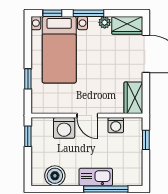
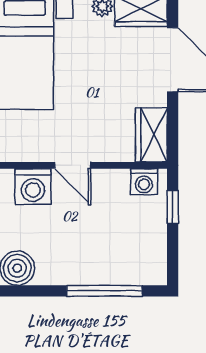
washing machine: (116, 125) -> (144, 182), moved
kitchen sink: (96, 177) -> (87, 270), removed

